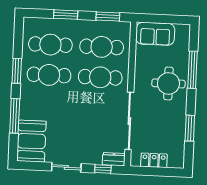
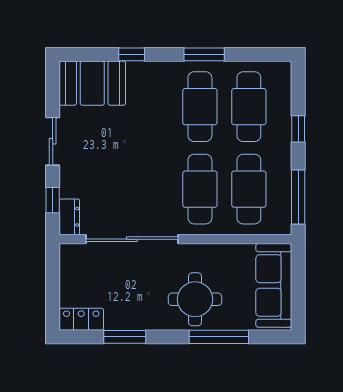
window: (66, 15) -> (298, 129), width x0.67
window: (108, 17) -> (298, 197), width x1.44
sofa: (155, 34) -> (274, 285), width x1.36
window: (15, 116) -> (132, 54), width x0.46
locker: (154, 160) -> (81, 319), moved, turned -90

